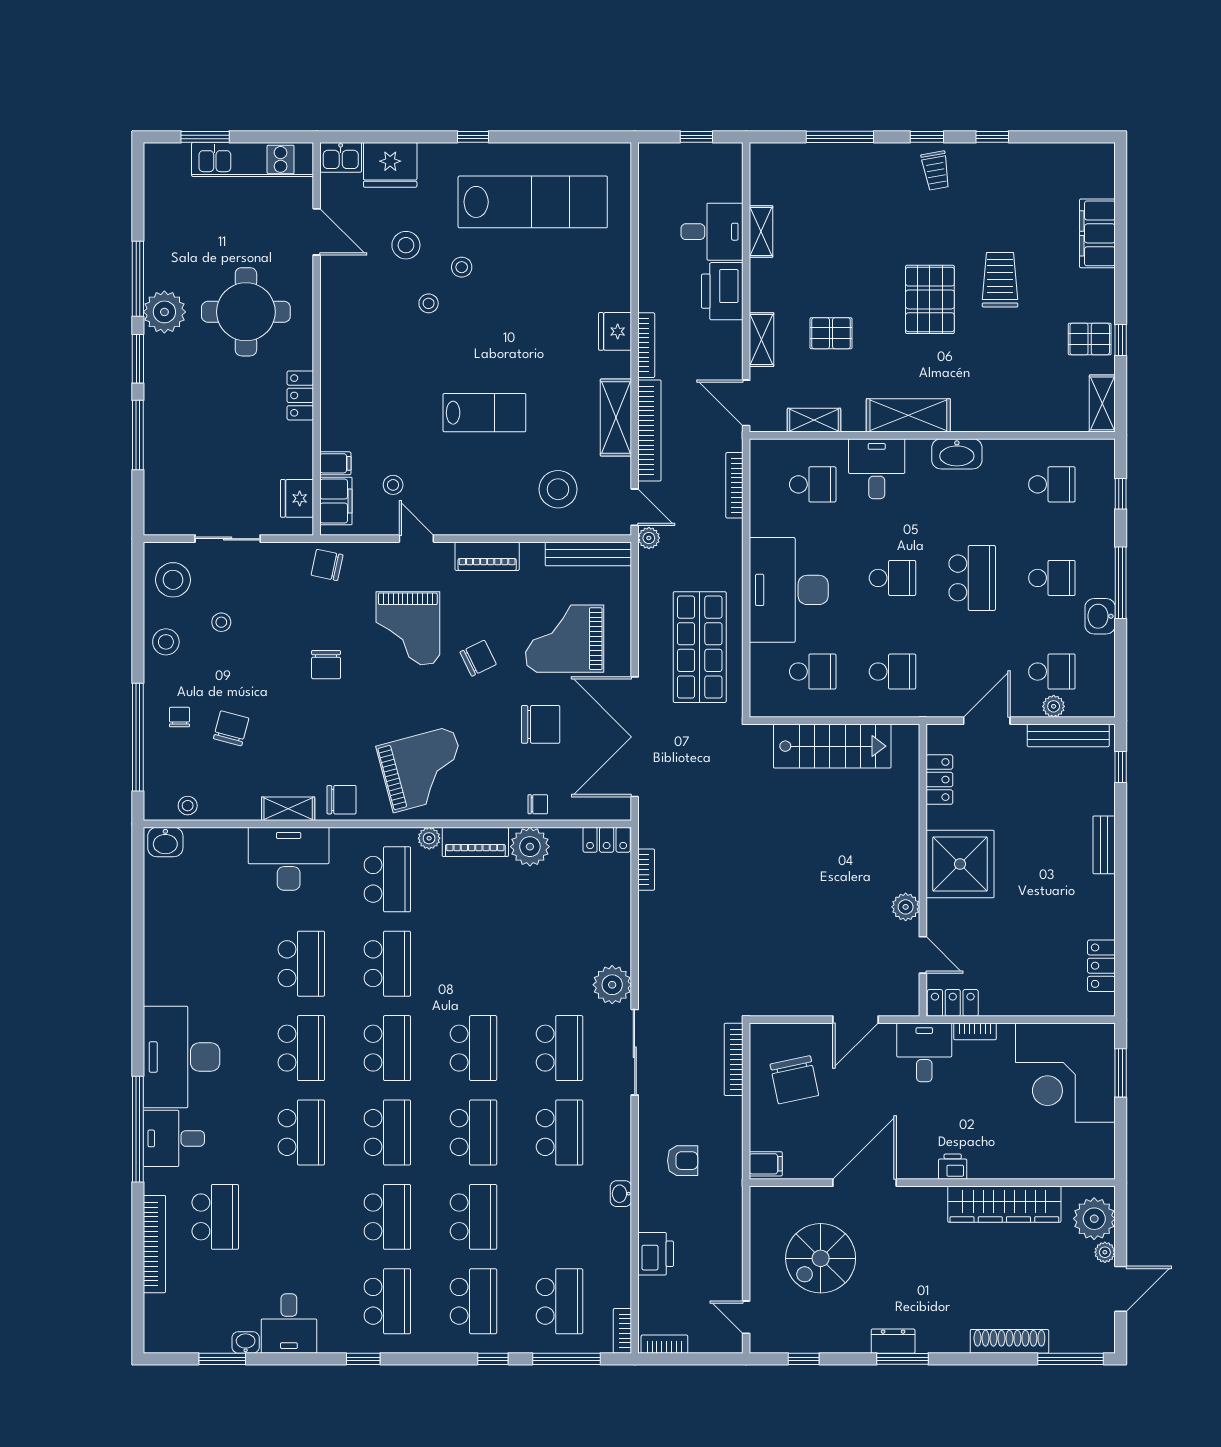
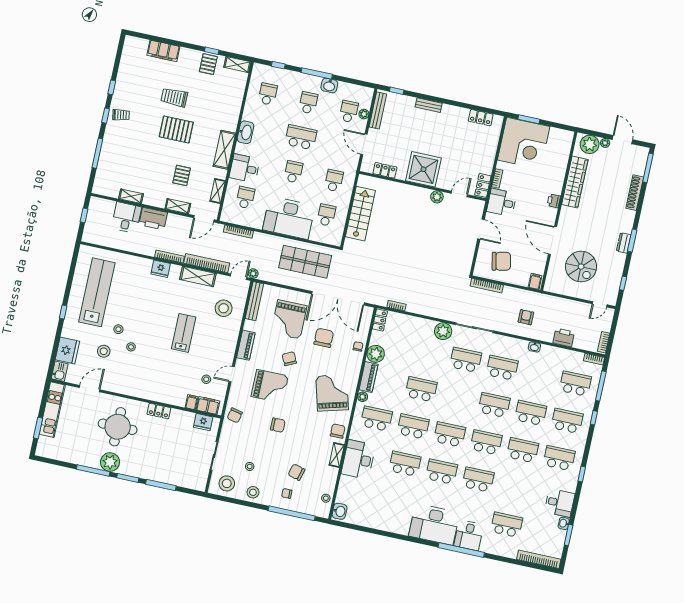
school desk: (473, 1048) -> (421, 389), moved
bookcase: (154, 1244) -> (539, 559), moved

